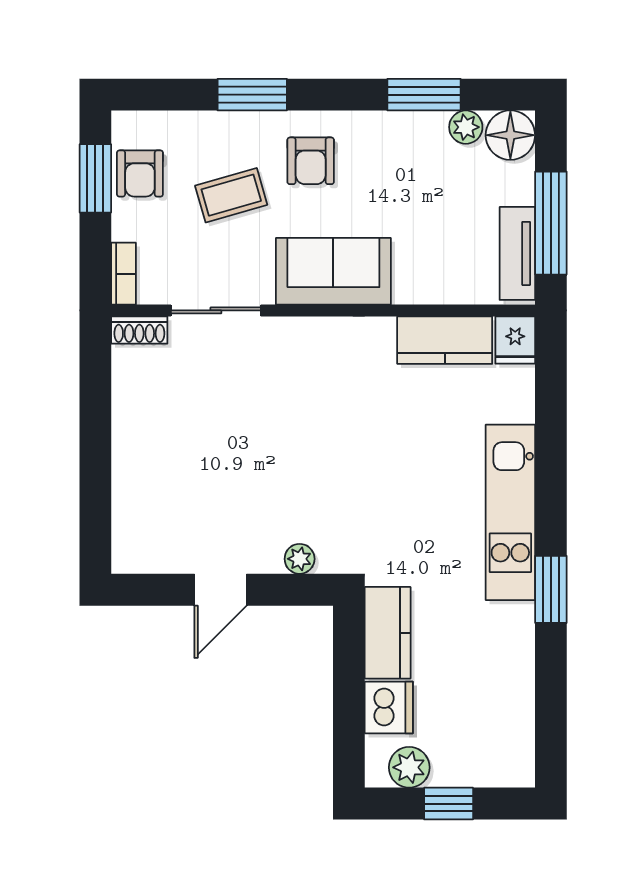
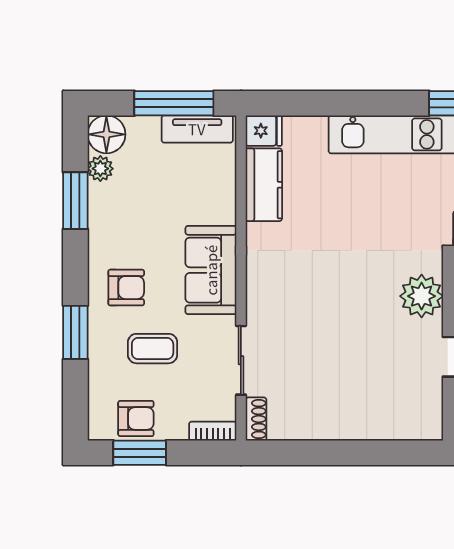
coffee table: (231, 195) -> (153, 349), turned -74
plant: (300, 559) -> (422, 296), width x1.88, depth x1.88

